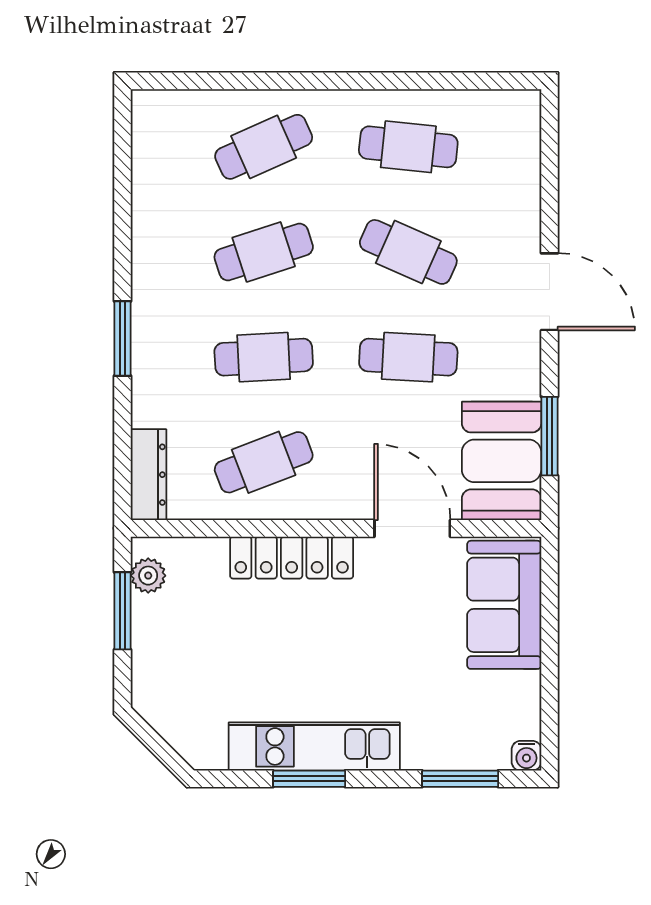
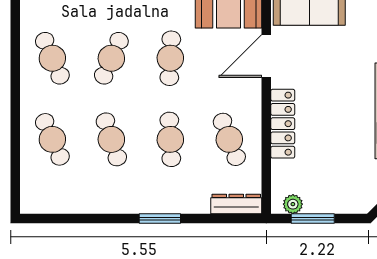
cafe table: (408, 147) -> (52, 58), turned -30

